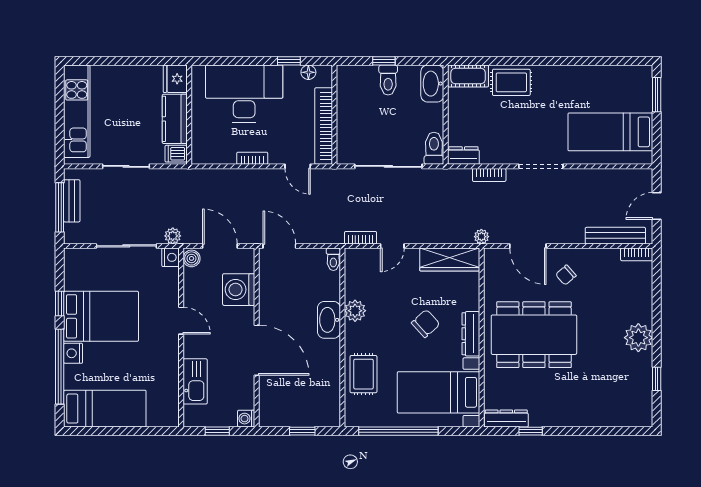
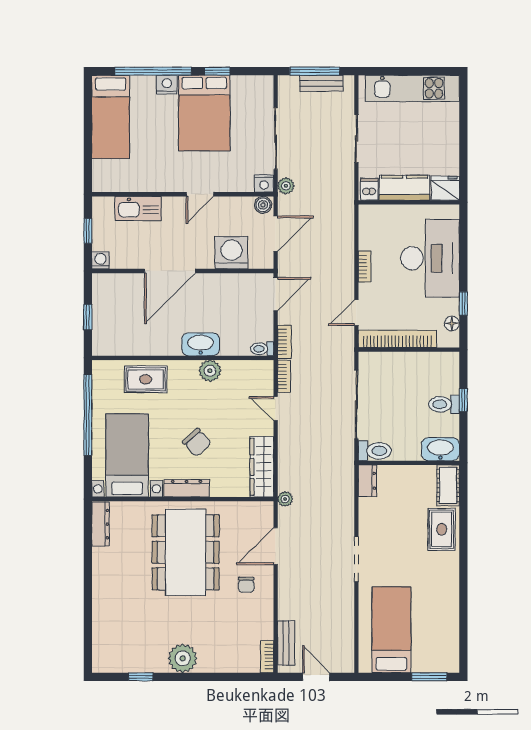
bookcase: (489, 175) -> (284, 342), moved, turned 180
bench: (615, 236) -> (286, 643), width x0.73
chair: (566, 275) -> (246, 585), turned -139
window: (531, 431) -> (88, 549), removed

